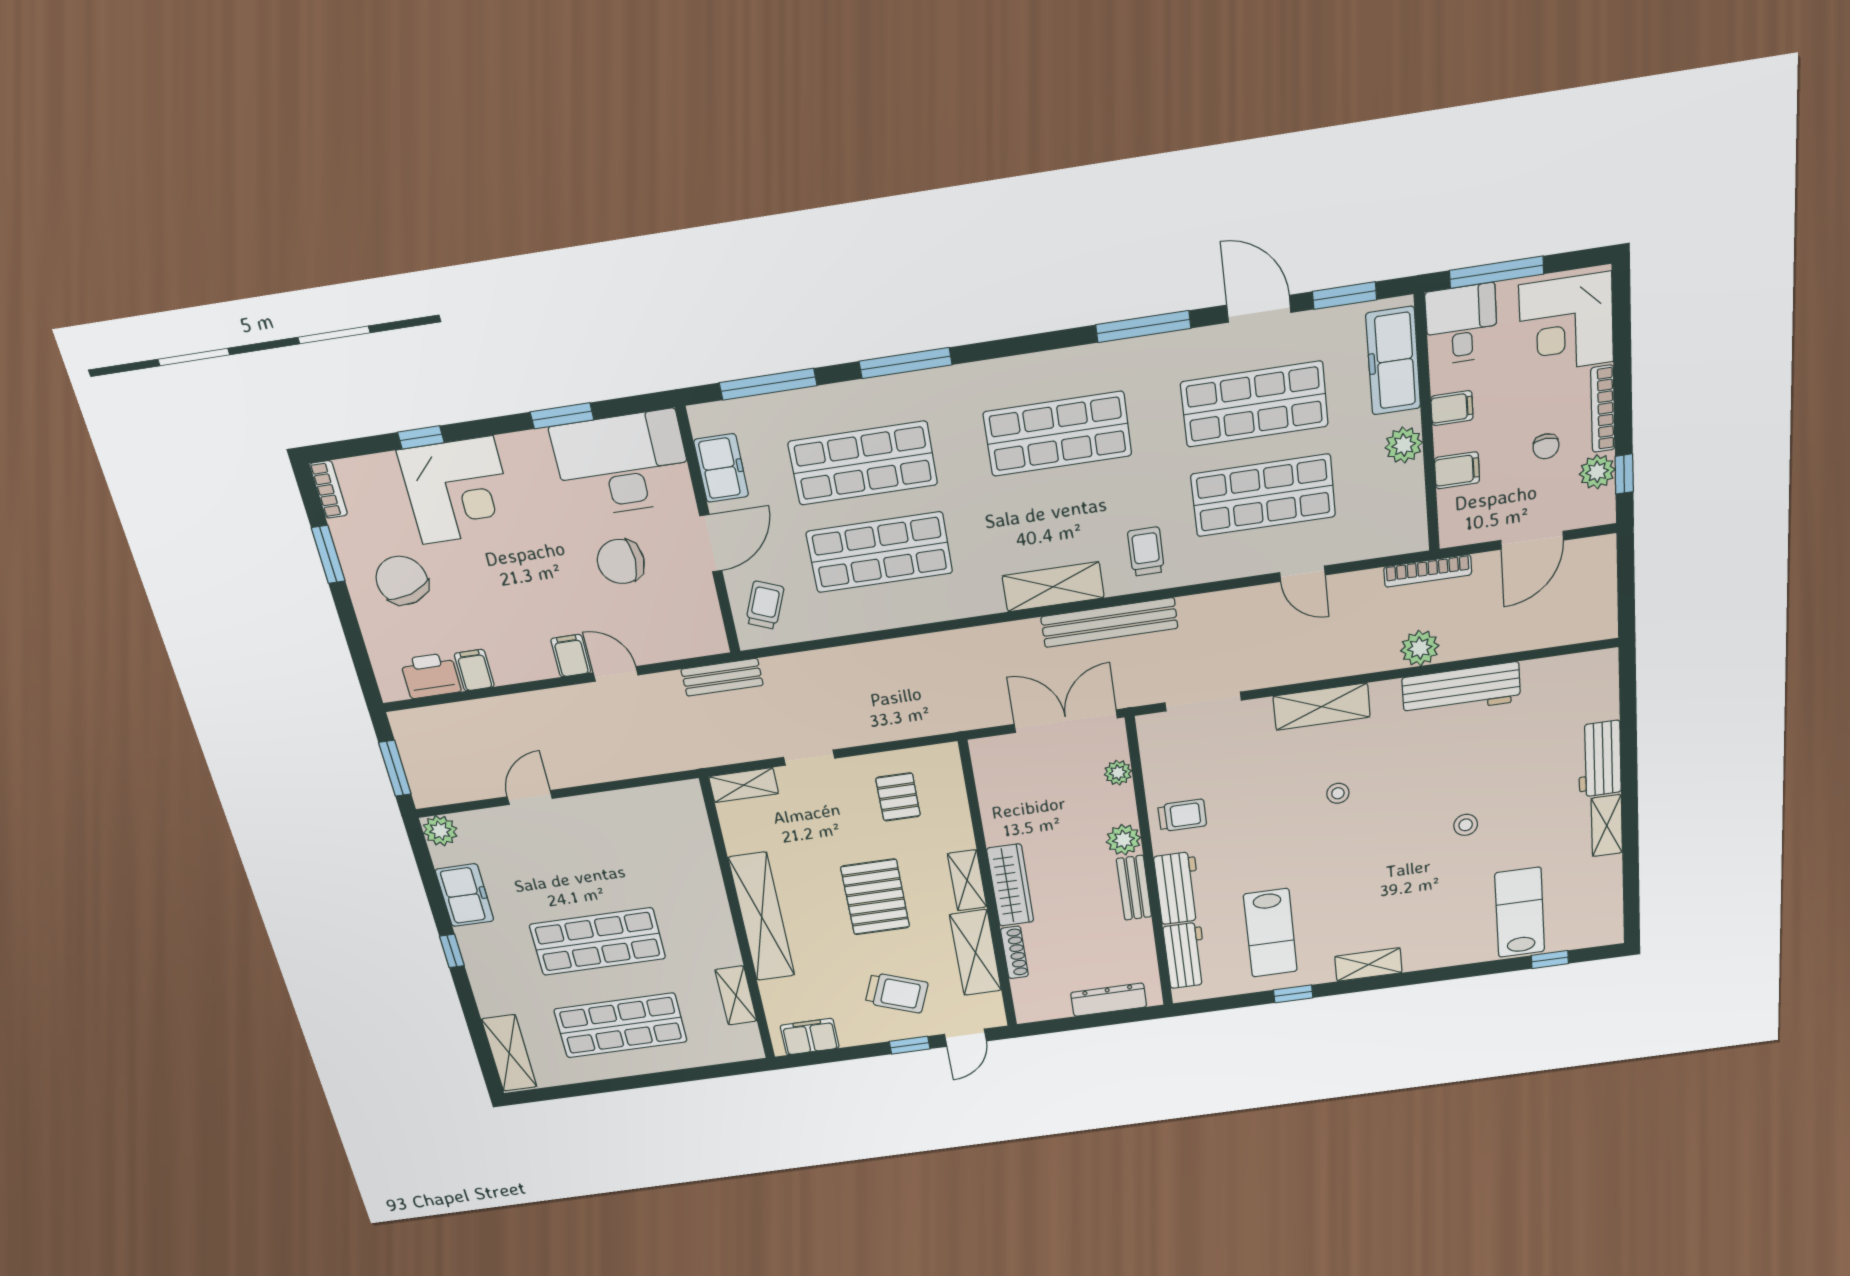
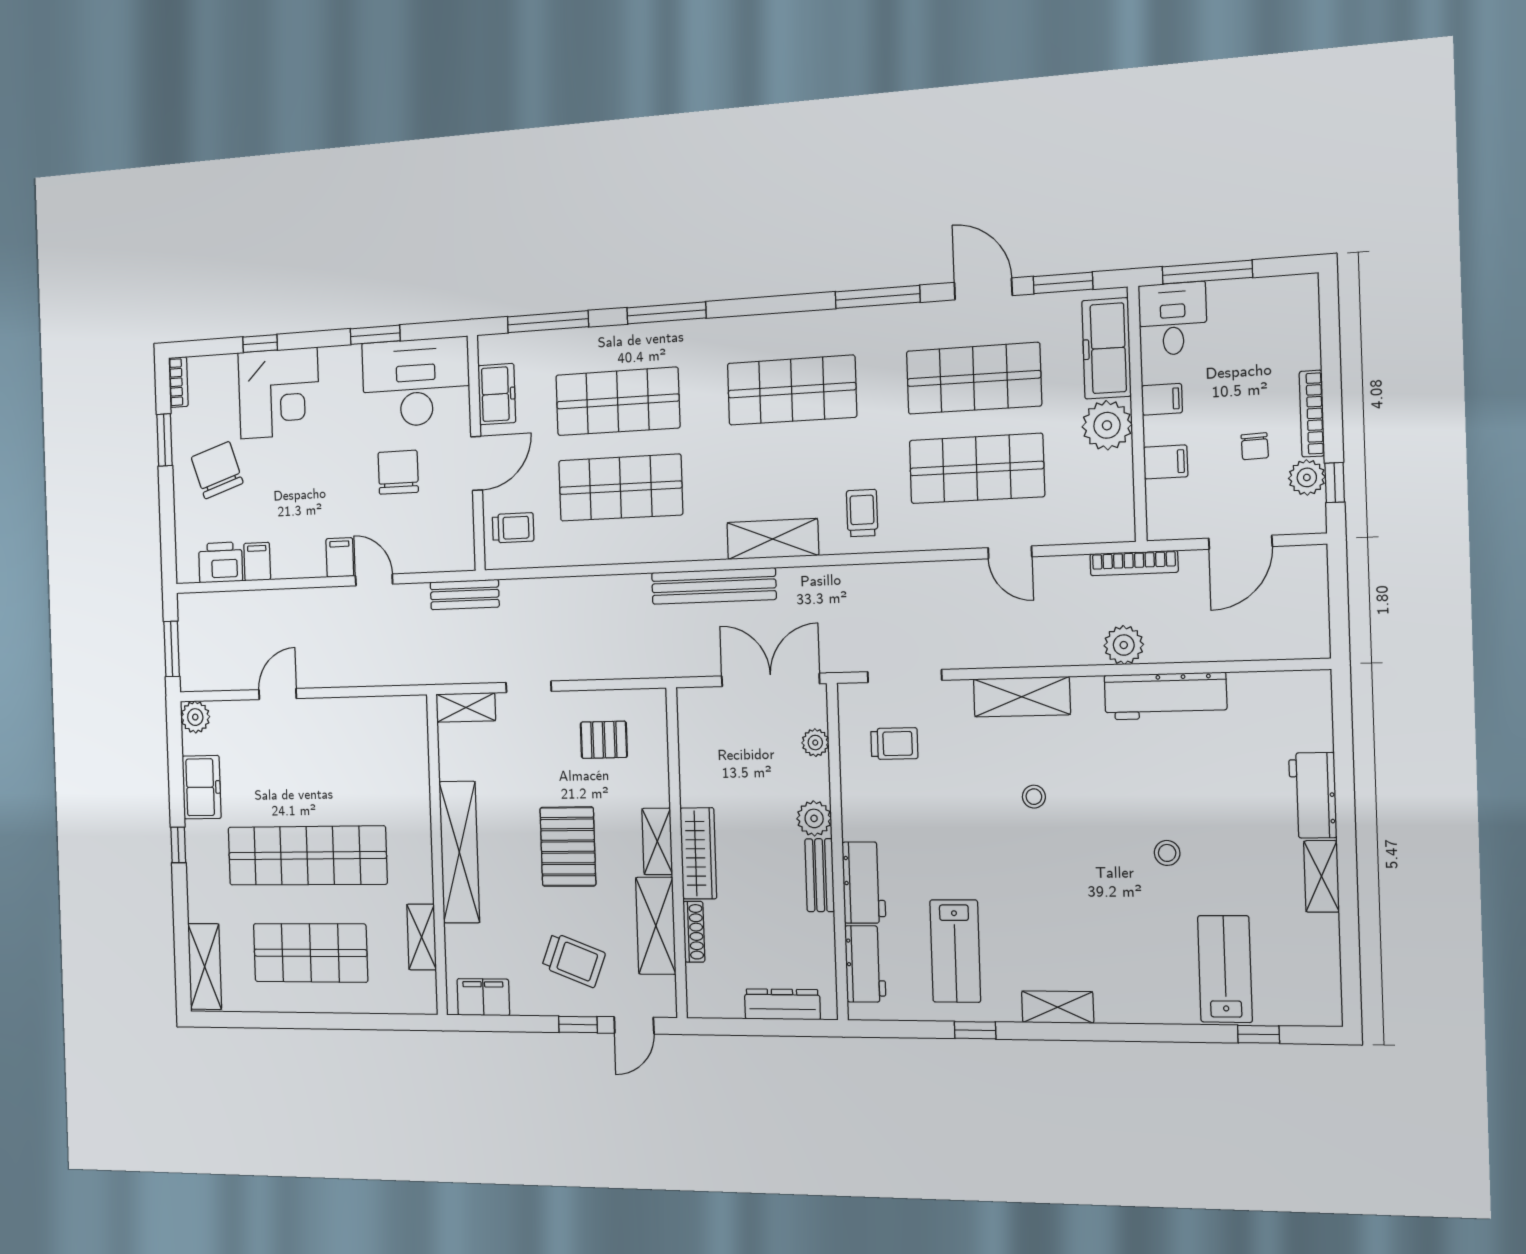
corner desk: (1566, 324) -> (1275, 326), removed
plant: (1404, 445) -> (1107, 425), width x1.36, depth x1.36
chair: (621, 562) -> (398, 472), turned 90
trolley: (765, 605) -> (513, 528), turned 68
bench: (1109, 623) -> (714, 586), moved
pallet: (898, 797) -> (604, 740), turned 90
trolley: (1182, 815) -> (894, 744), moved
shop shelf: (598, 942) -> (307, 856), width x1.40

